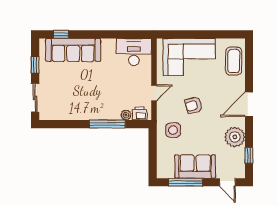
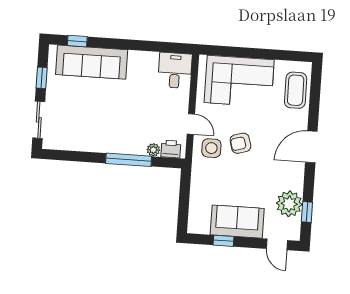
desk: (134, 52) -> (175, 70), width x0.73
door: (154, 93) -> (191, 124), hinge flipped
side table: (173, 130) -> (211, 148), moved
plant: (235, 137) -> (289, 204), moved
window: (185, 182) -> (223, 241), width x0.46

